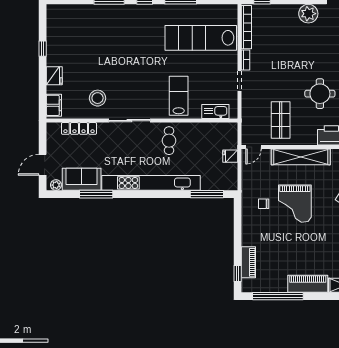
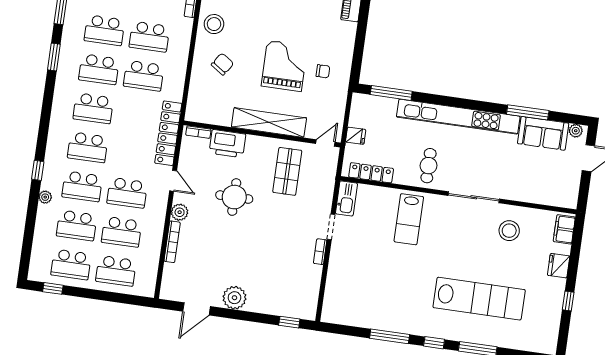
bookcase: (246, 27) -> (313, 292), removed
lab bench: (201, 38) -> (479, 299), moved
kitchen sink: (215, 112) -> (346, 198), moved, turned -90
locker: (79, 128) -> (371, 173), moved

